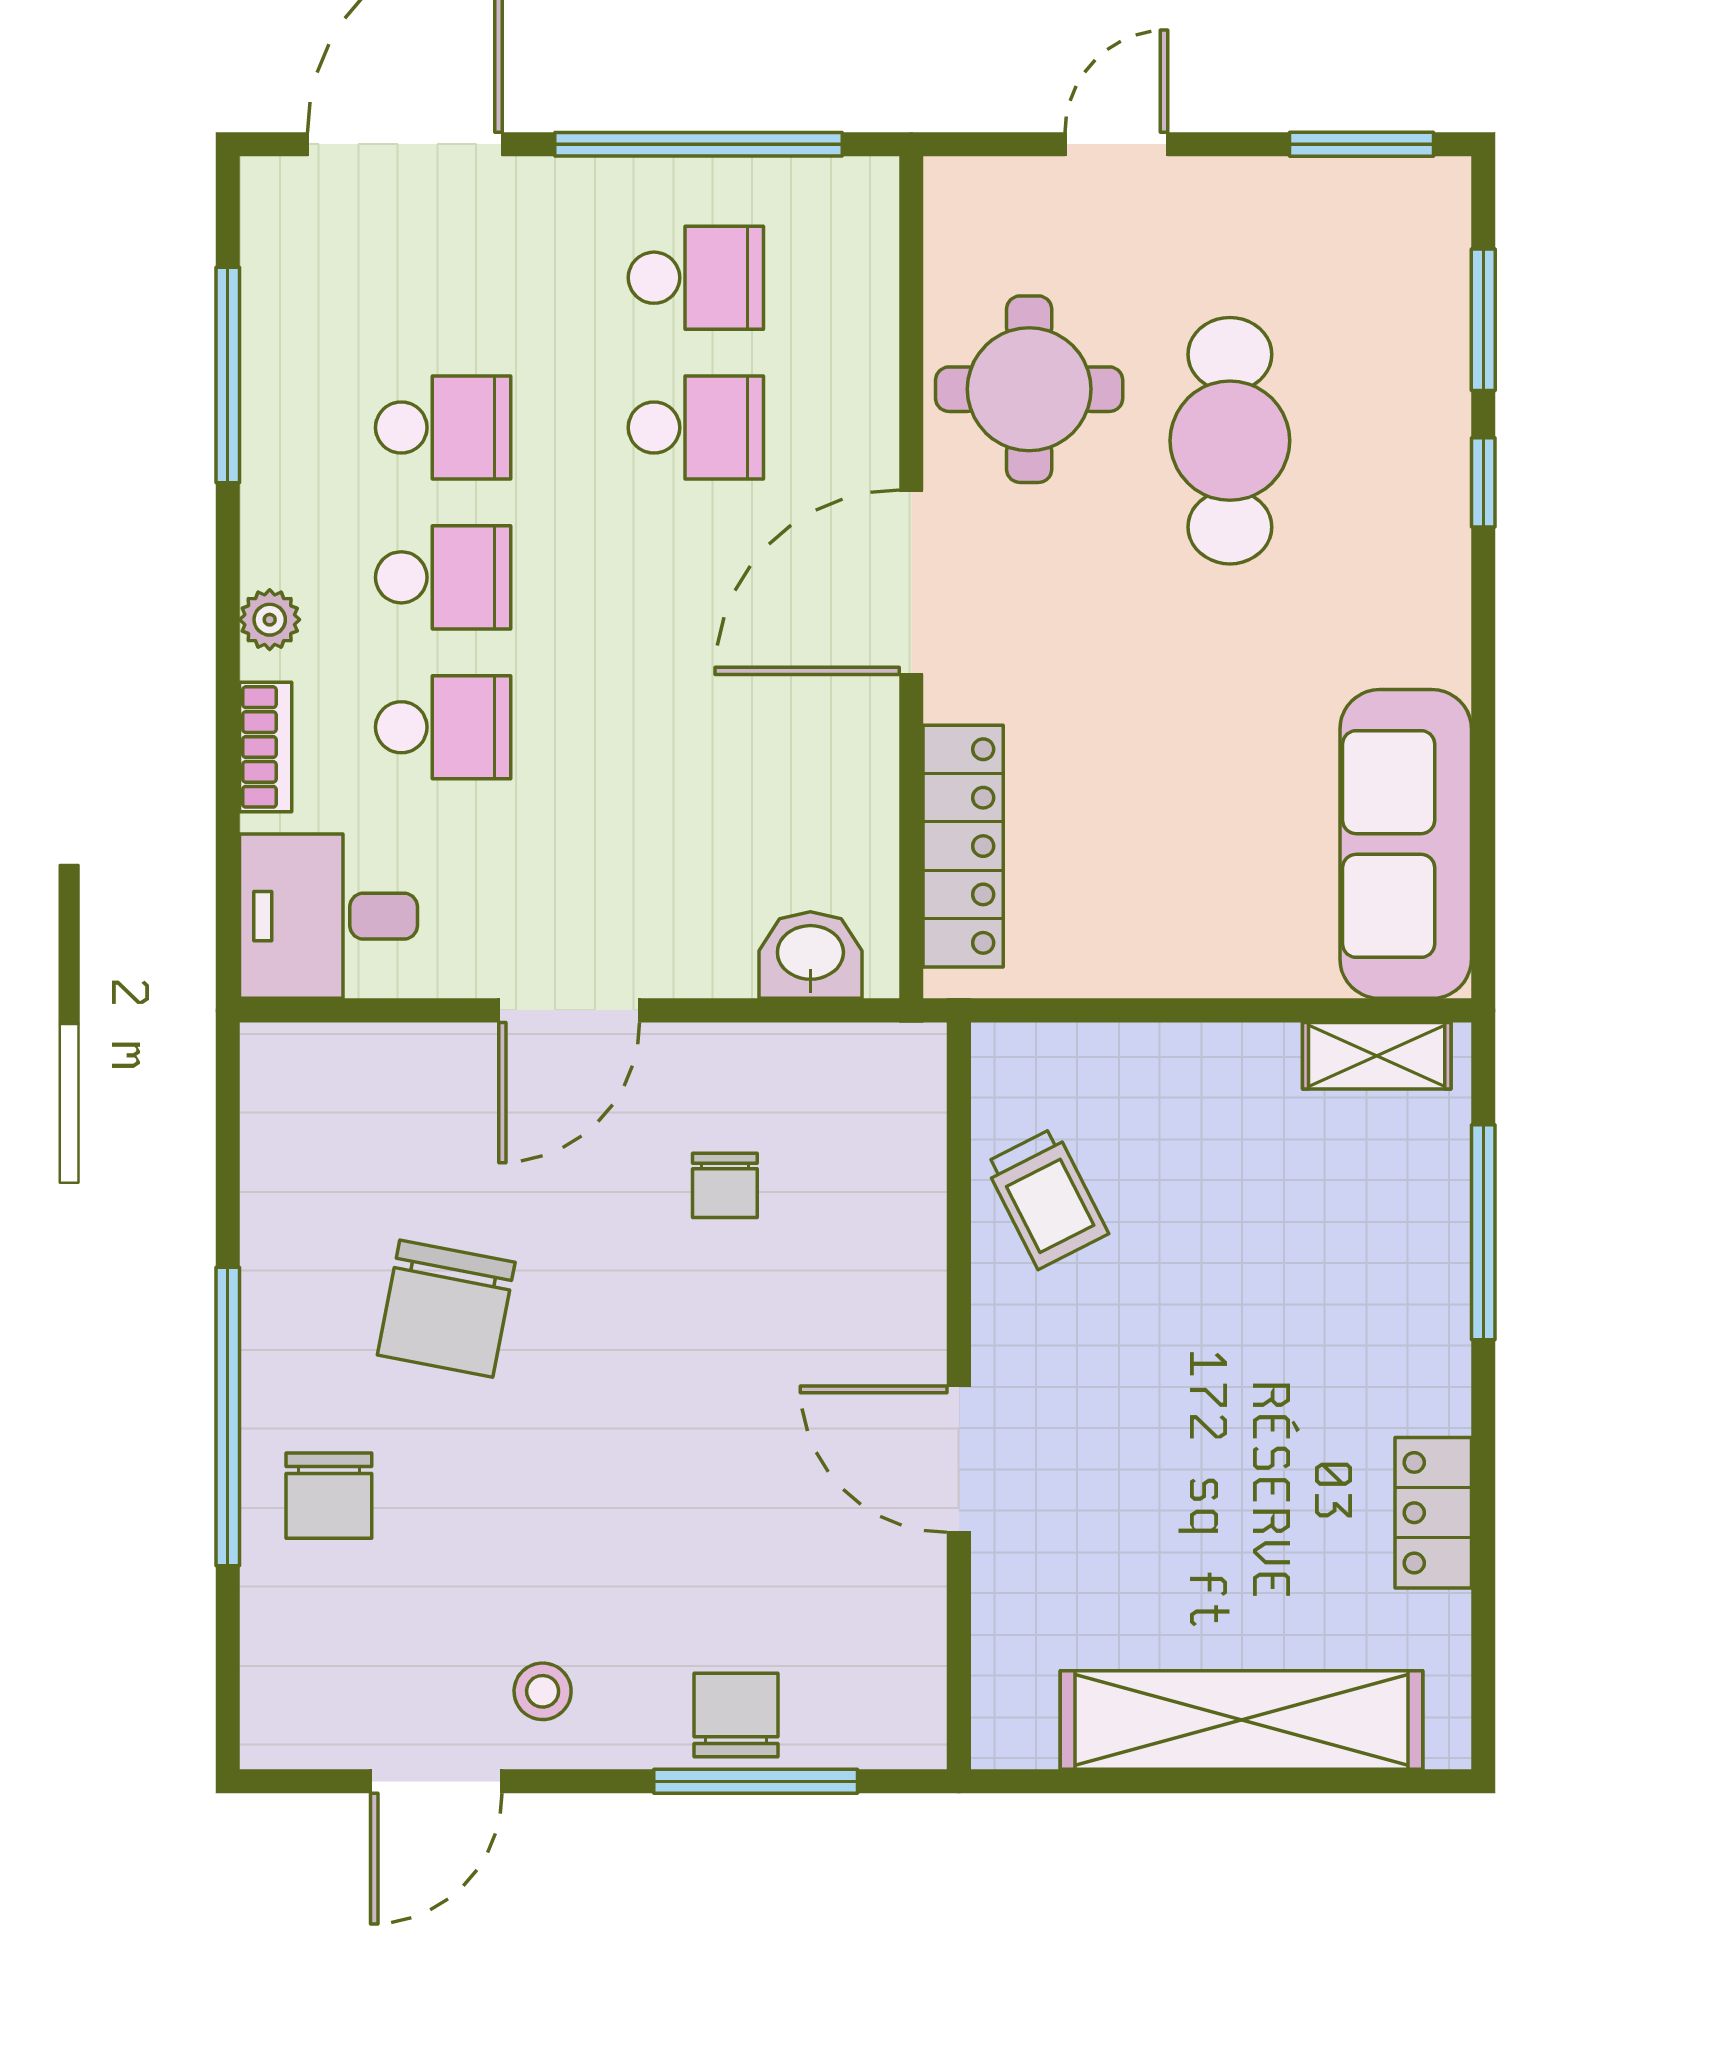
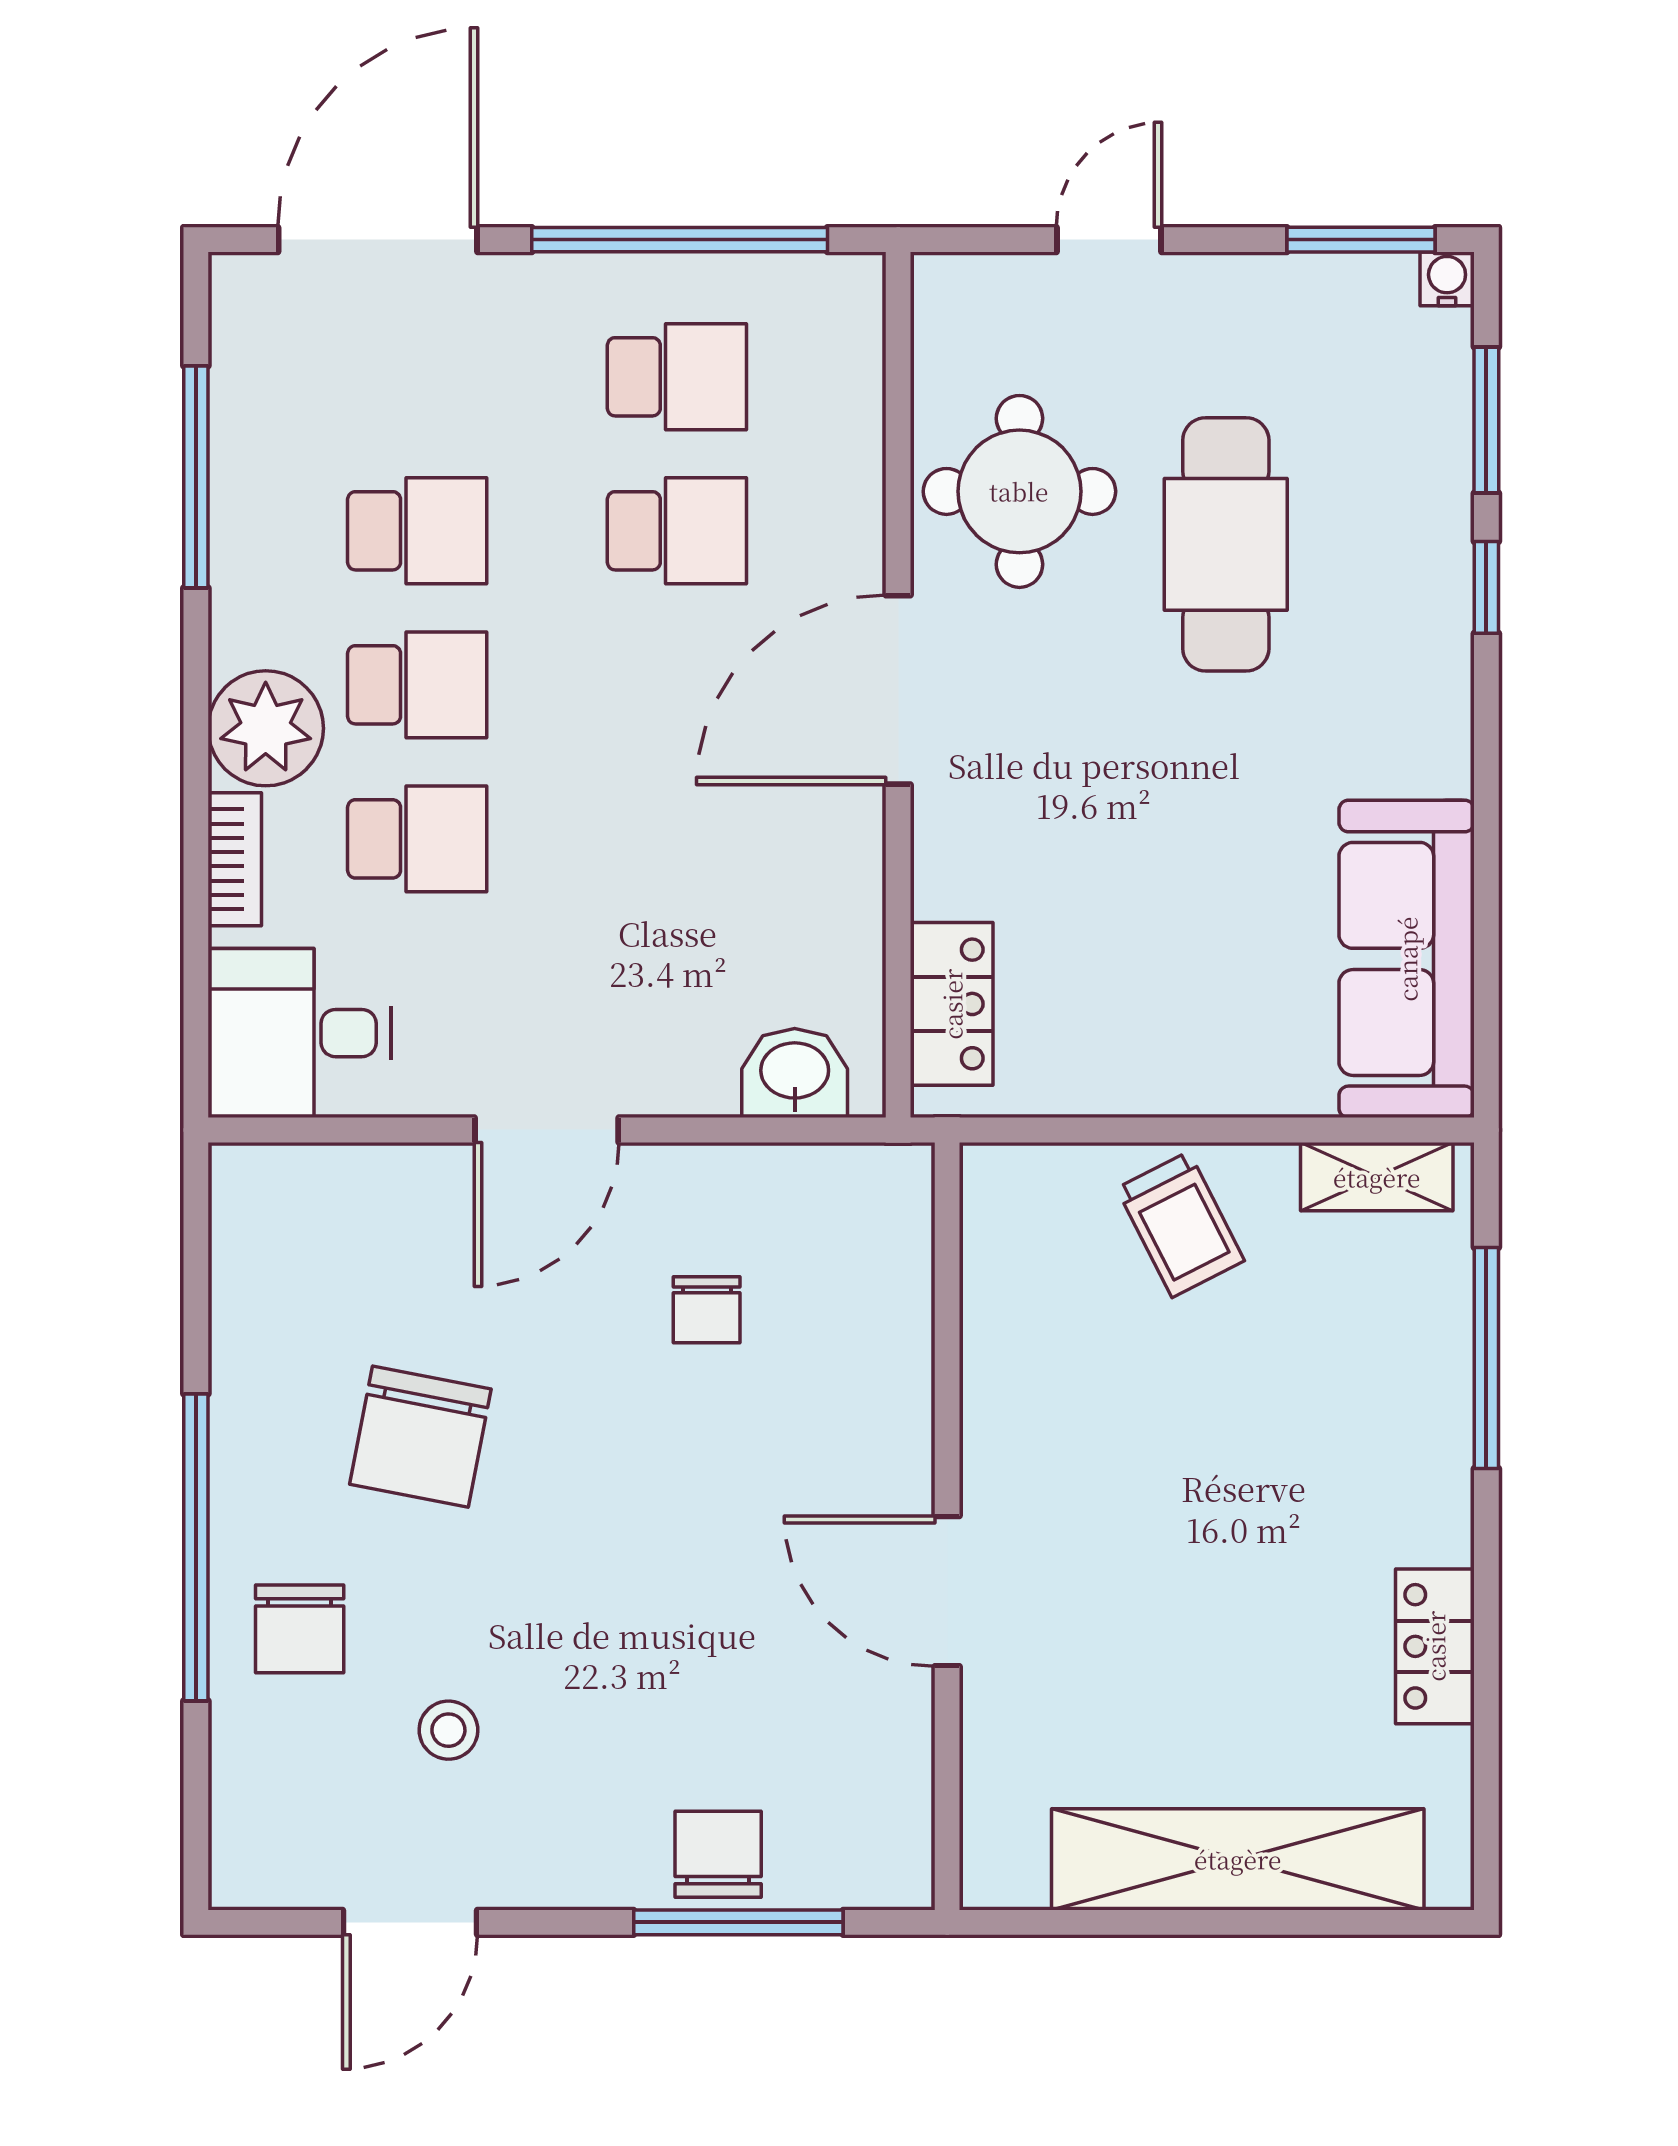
water cooler: (1445, 182) -> (1447, 279), added
plant: (270, 620) -> (266, 728), width x1.88, depth x1.88
locker: (963, 846) -> (952, 1004), width x0.66
trolley: (1046, 1198) -> (1180, 1224), moved
stool: (543, 1691) -> (448, 1730), moved

